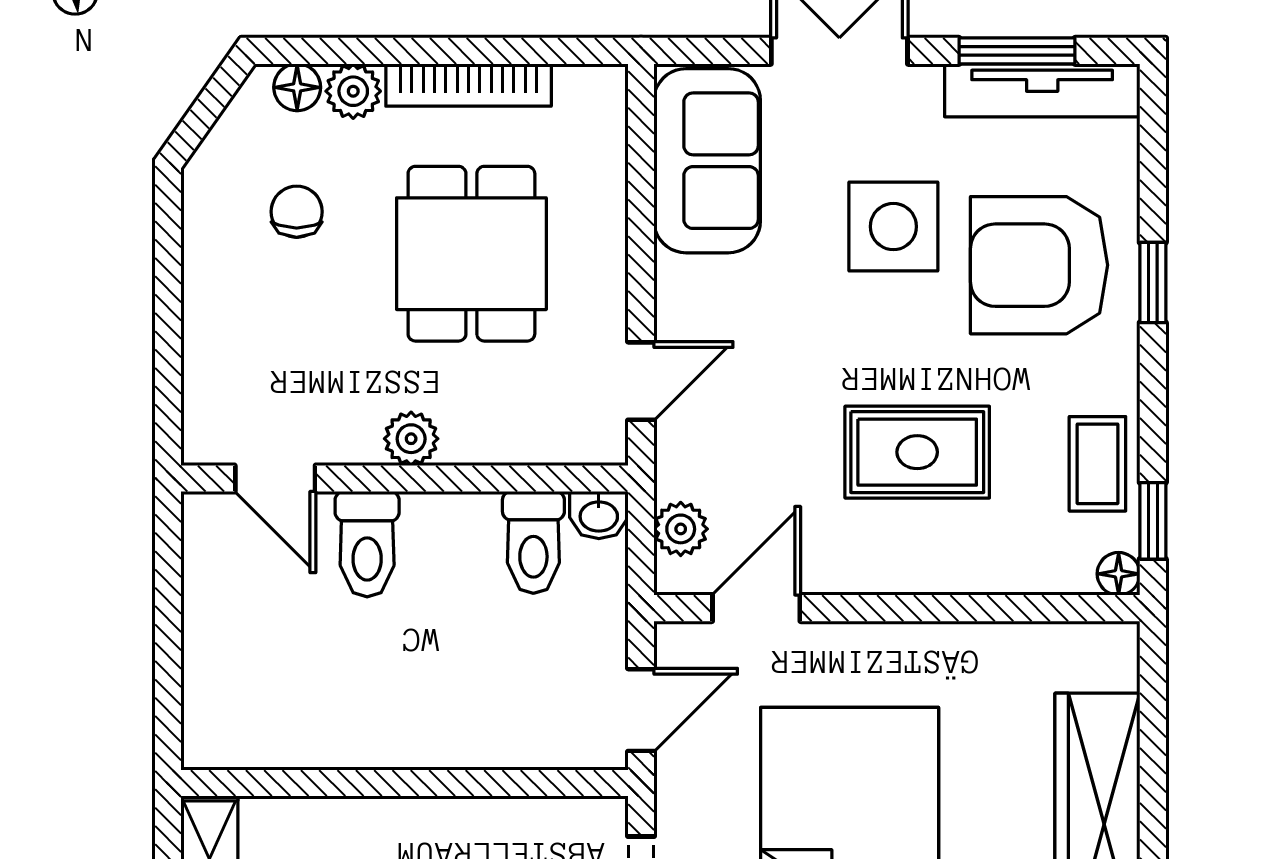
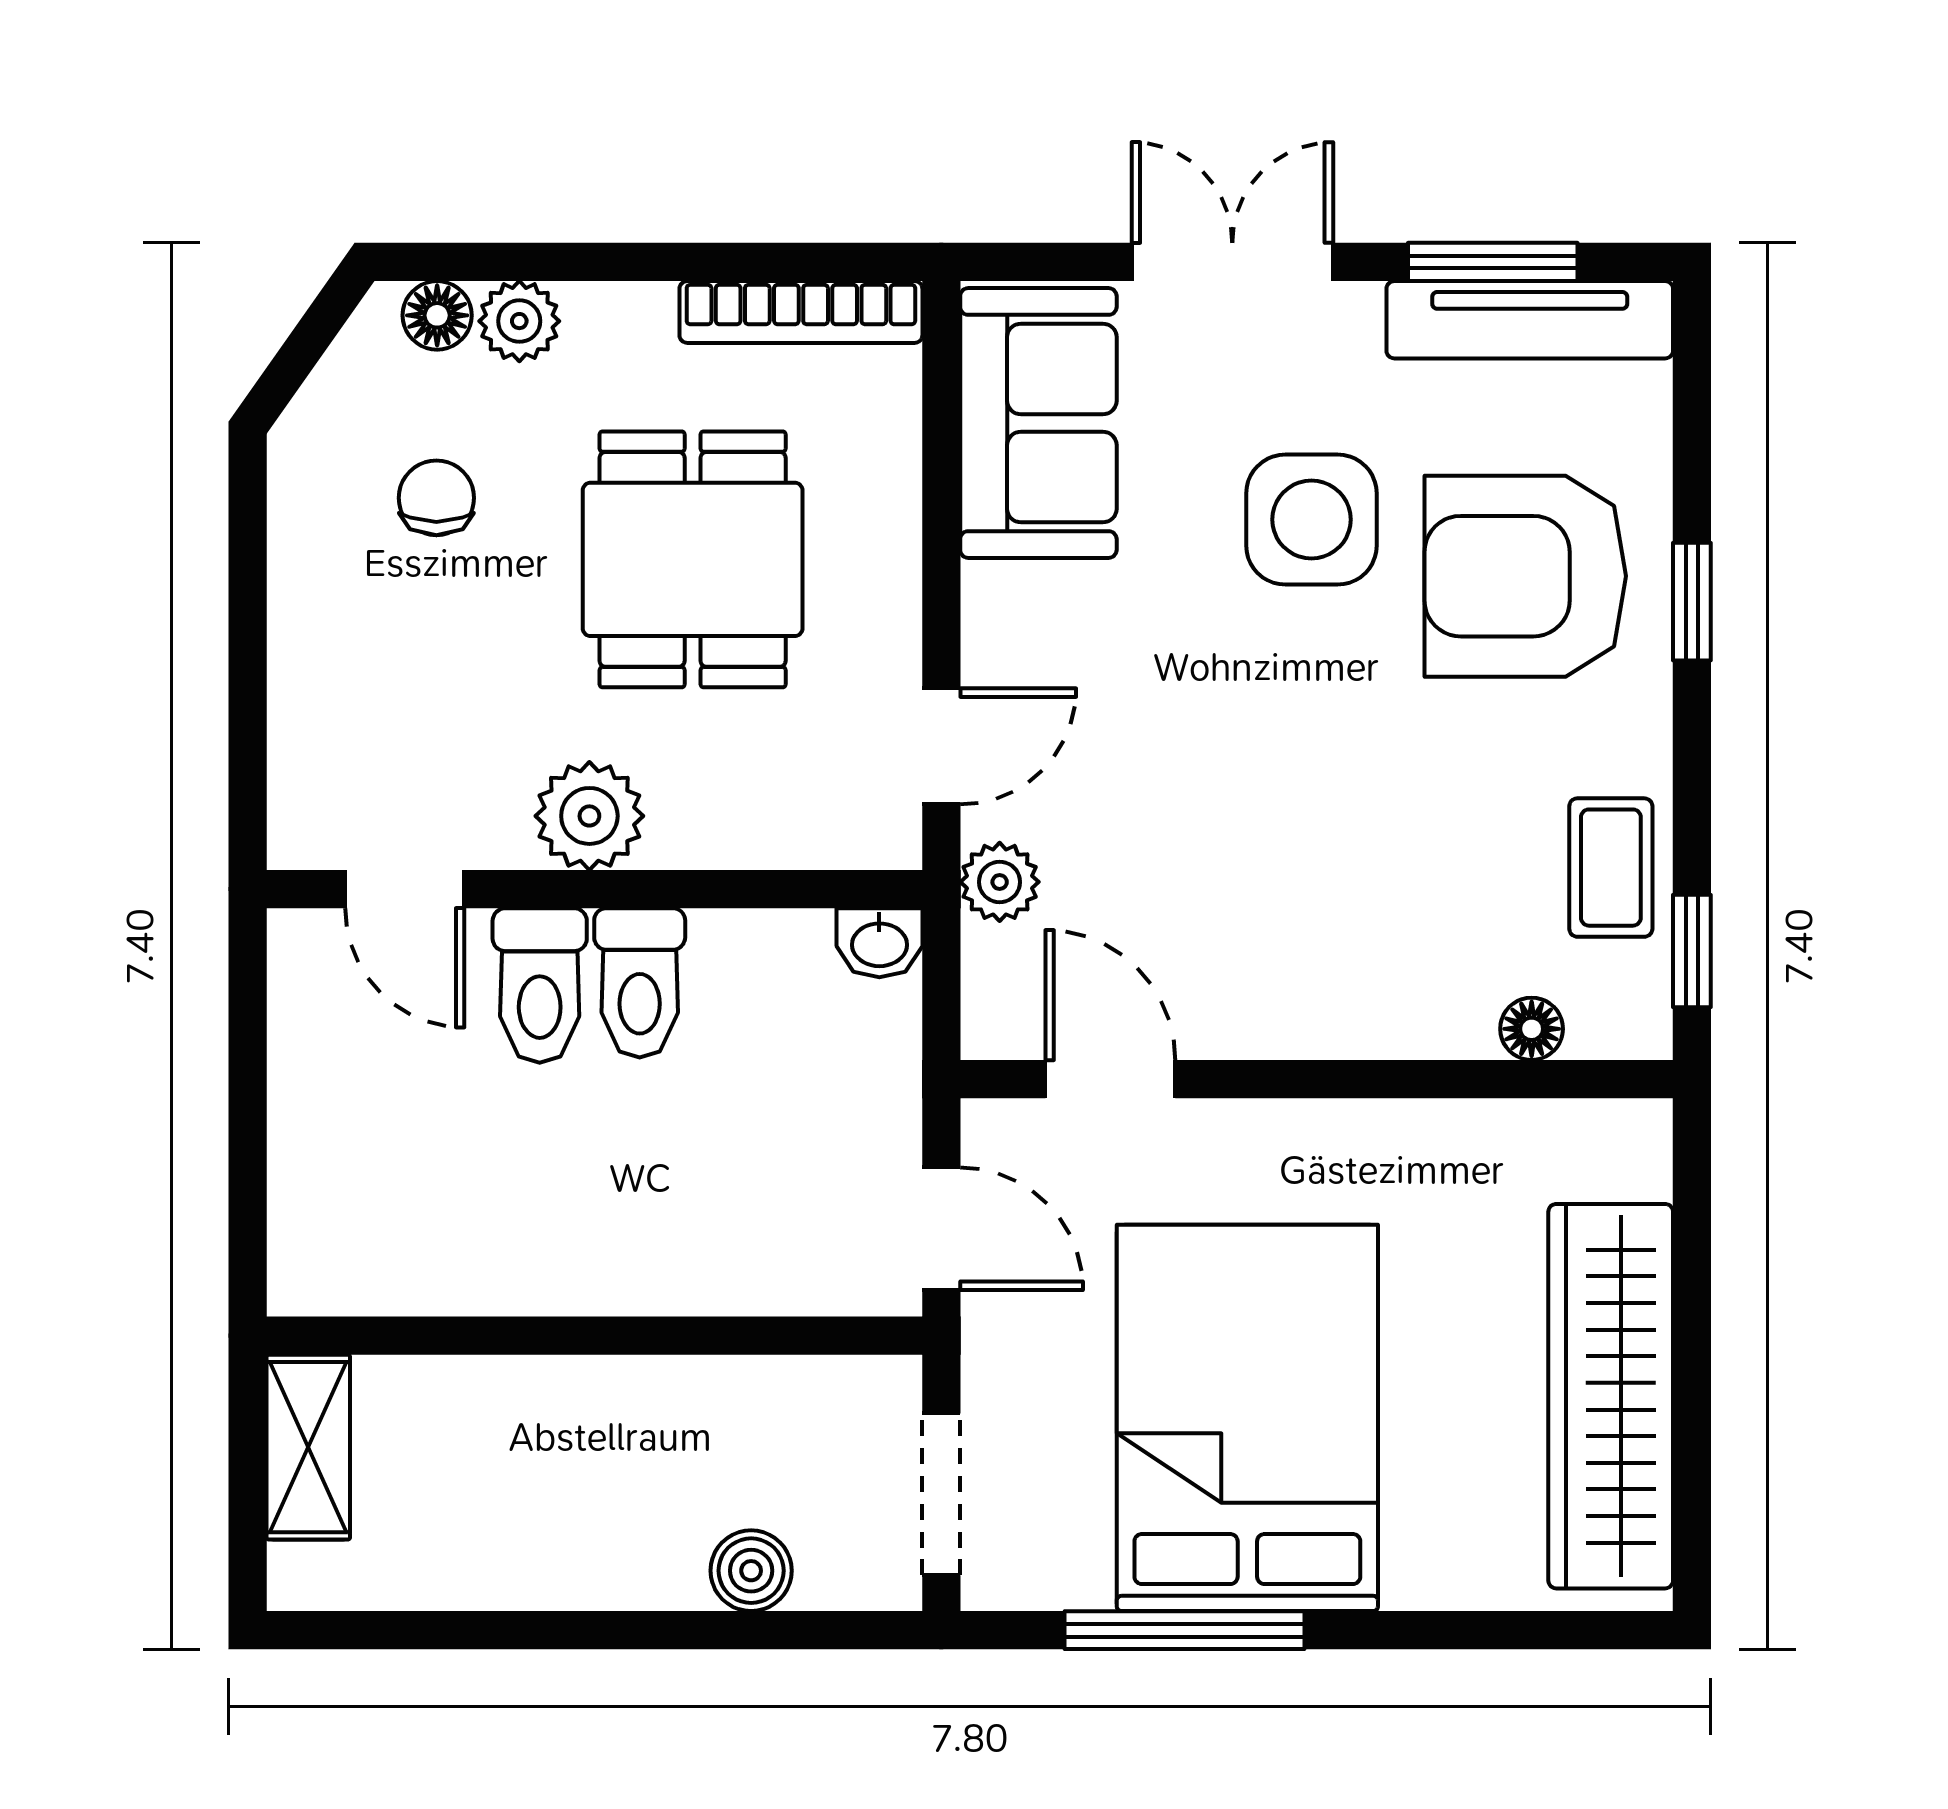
bookcase: (469, 85) -> (801, 312), moved
plant: (411, 439) -> (589, 816), width x1.38, depth x1.38
rug: (917, 452) -> (1346, 850), removed
plant: (681, 529) -> (1000, 882), moved
toilet: (533, 542) -> (640, 983), moved
floor lamp: (1119, 574) -> (1532, 1029), moved
door: (756, 608) -> (1110, 1079), hinge flipped
door: (641, 710) -> (941, 1229), hinge flipped

